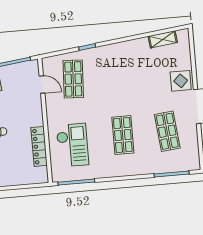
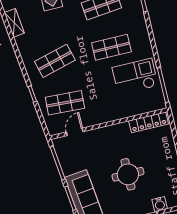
shop shelf: (118, 75) -> (55, 61), added
checkout: (72, 145) -> (135, 77), moved
locker: (39, 146) -> (149, 122), moved

